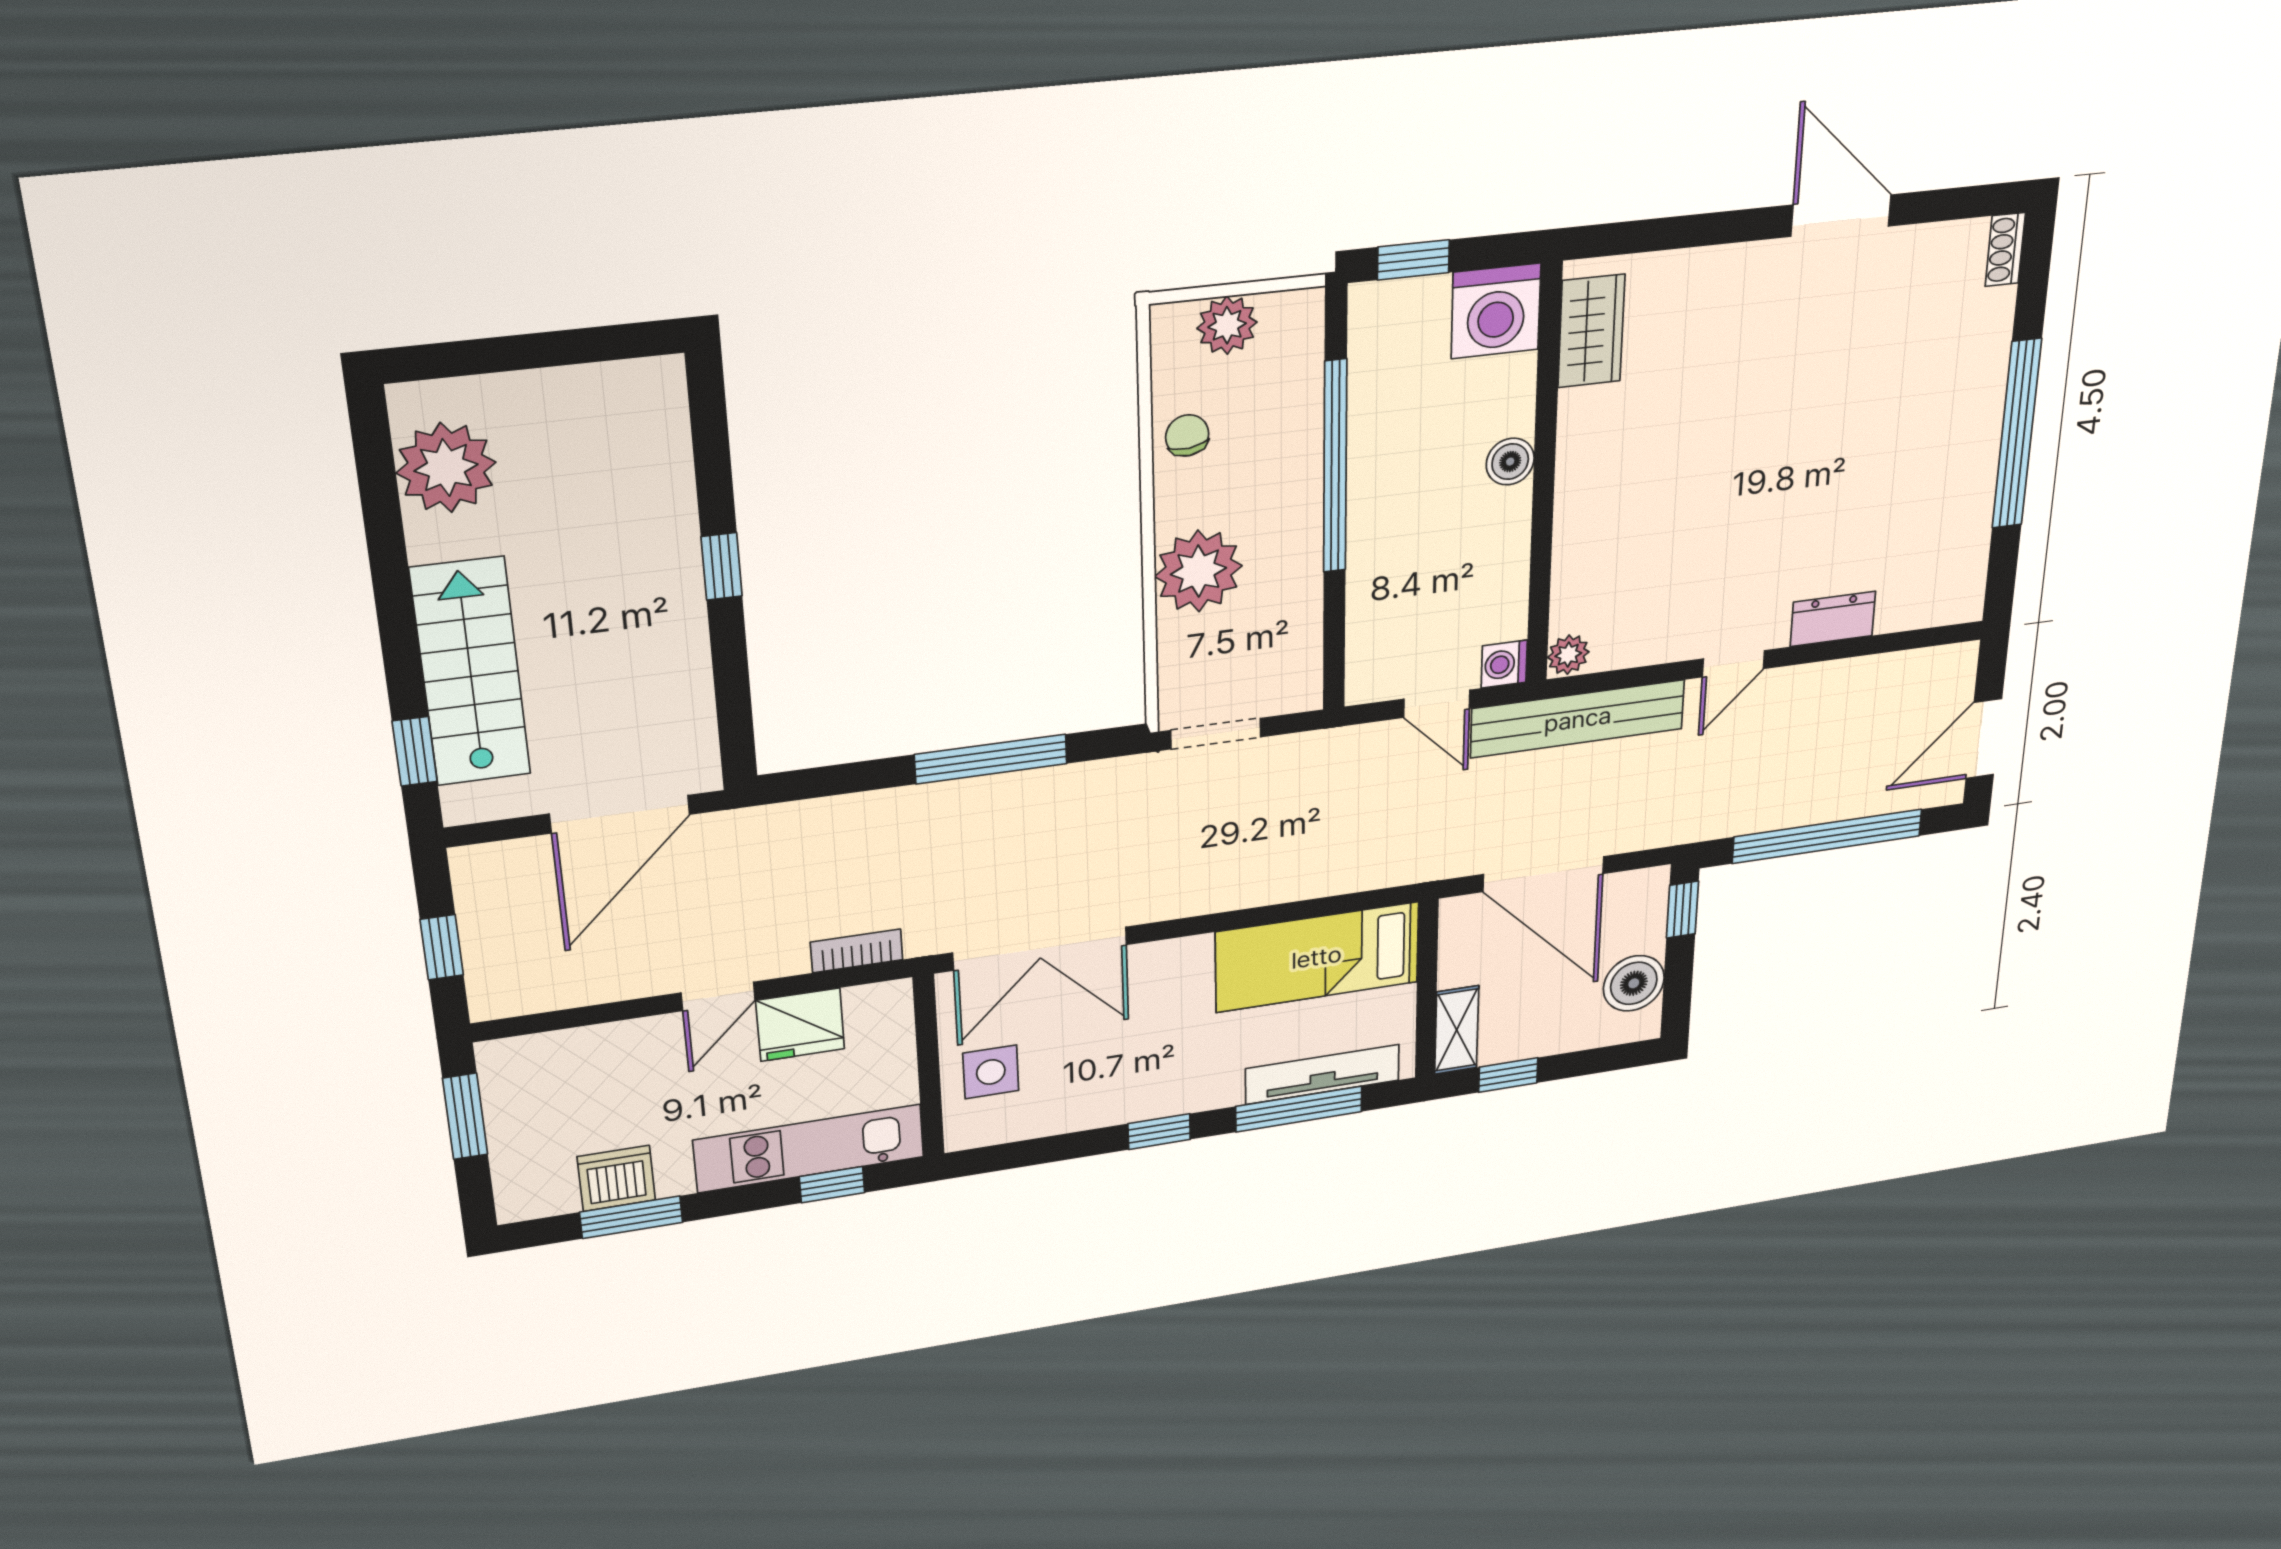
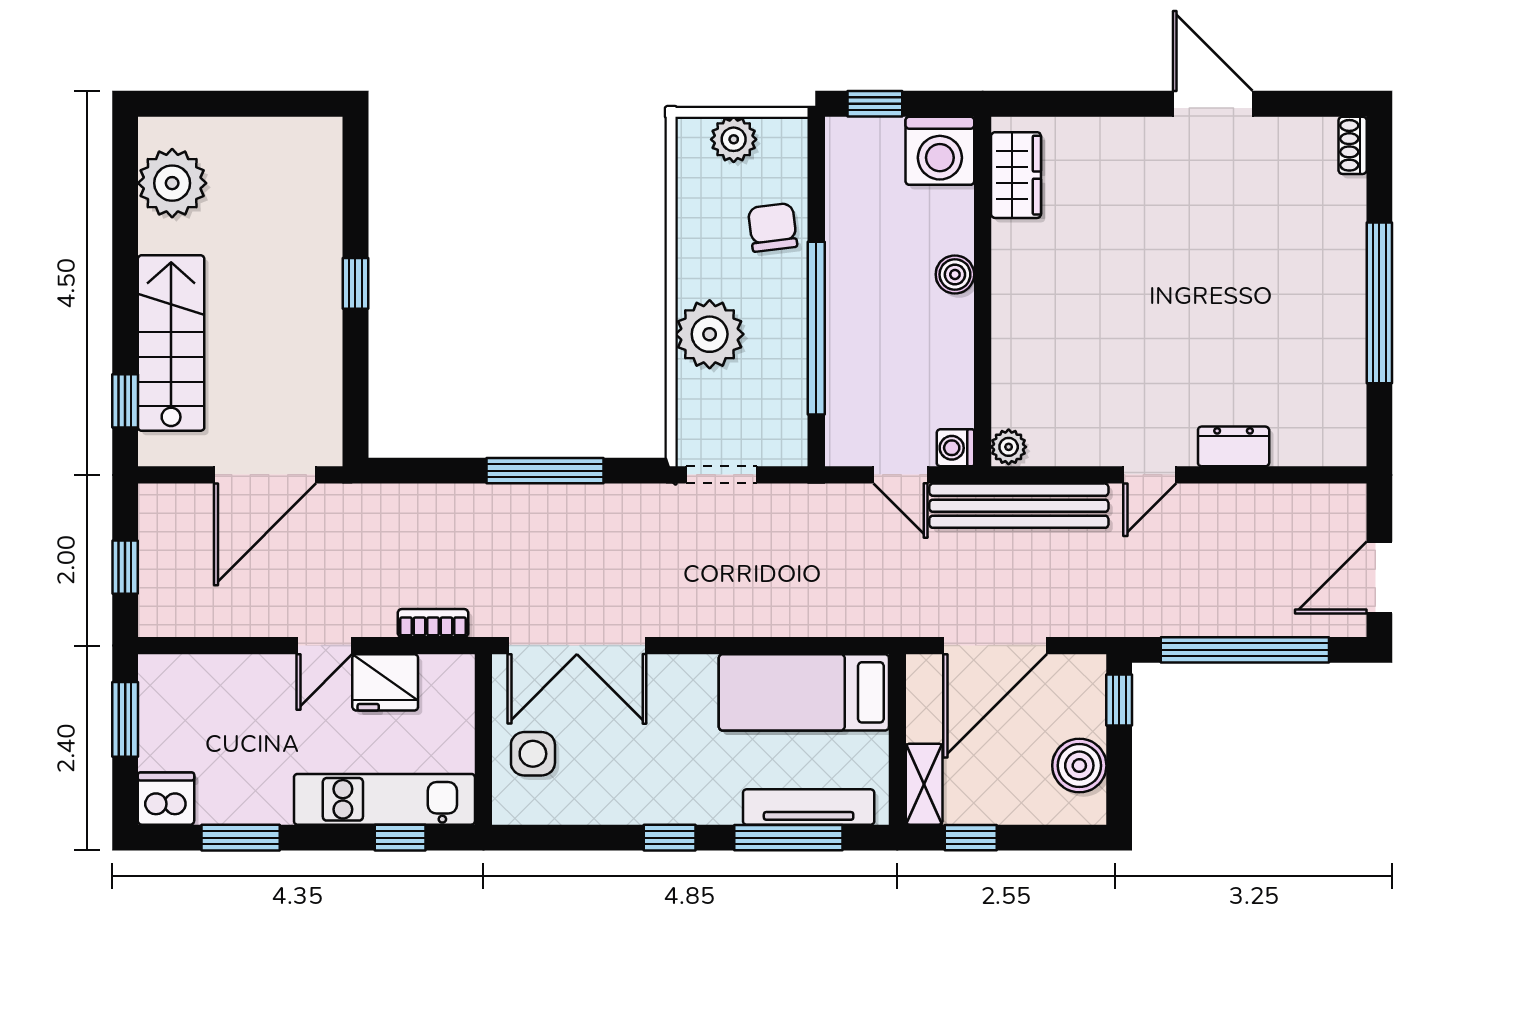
chair: (1187, 436) -> (773, 227), moved, width x1.37, depth x1.37
window: (1335, 467) -> (816, 328), moved
door: (1543, 874) -> (995, 646), hinge flipped
dishwasher: (616, 1178) -> (166, 799), moved

